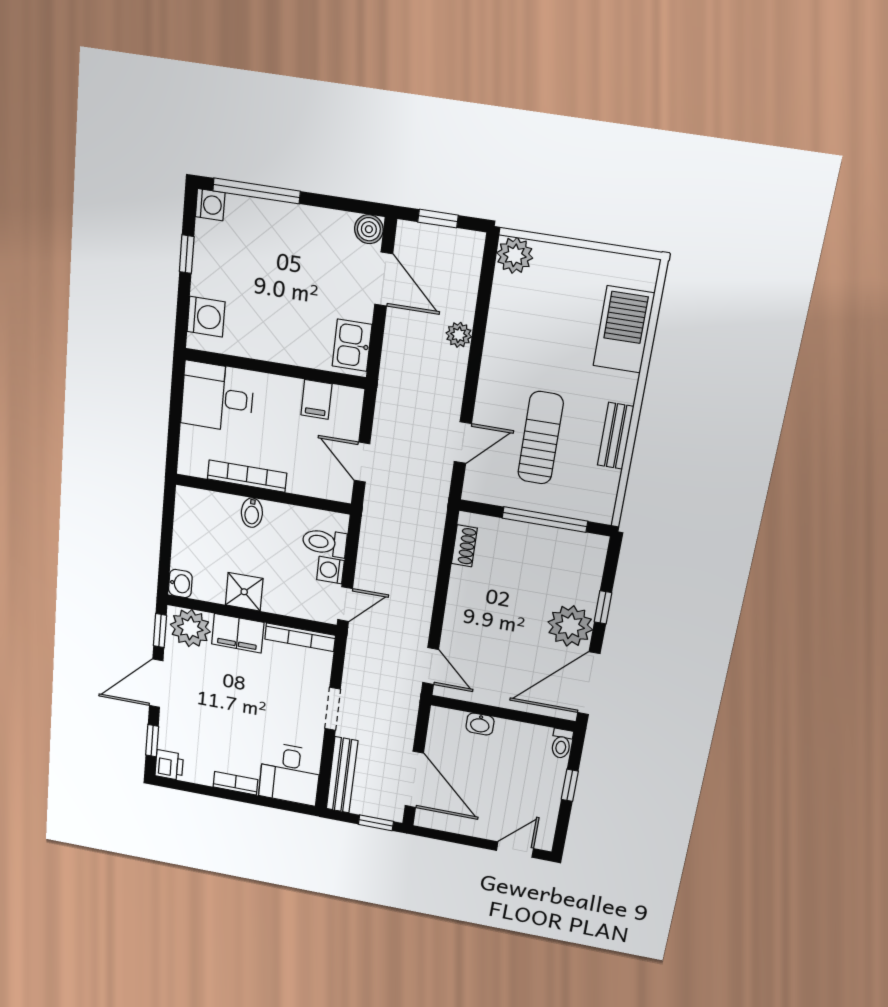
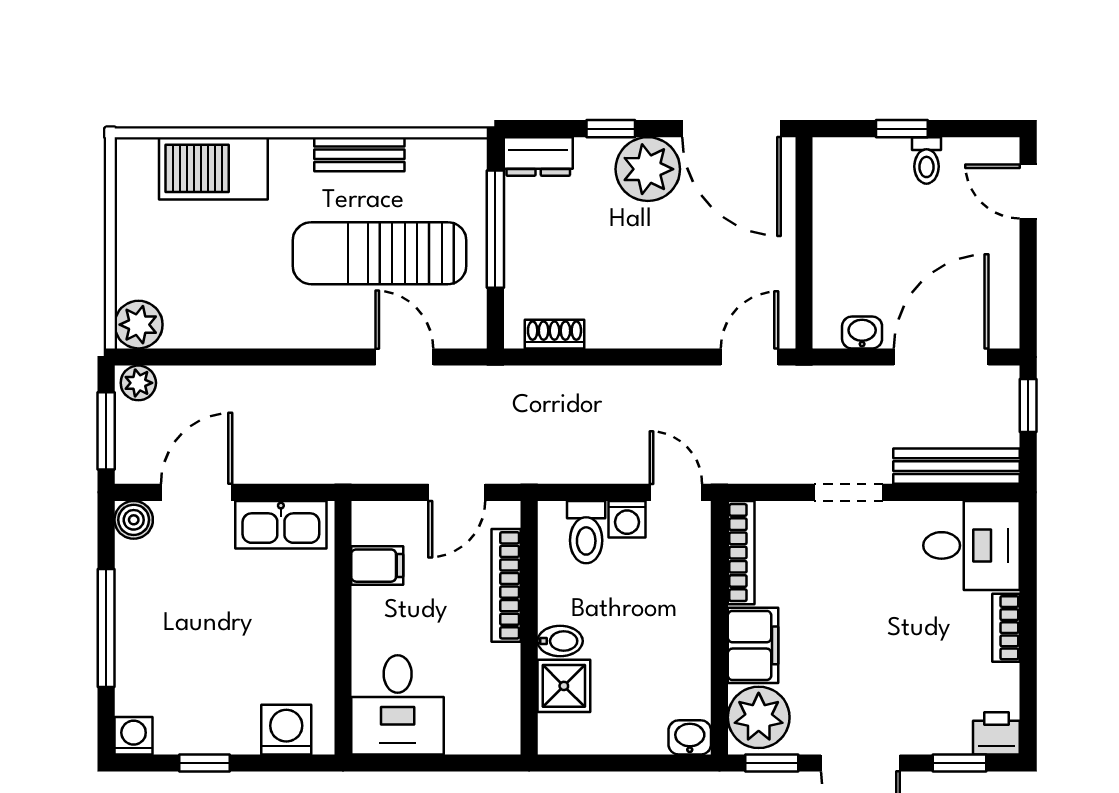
window: (256, 191) -> (106, 628), moved
window: (438, 219) -> (106, 431), width x1.50
plant: (459, 335) -> (138, 383), moved
kitchen sink: (352, 345) -> (281, 525), width x1.38
sun lounger: (541, 438) -> (380, 253), width x1.36, depth x1.34
bookcase: (247, 476) -> (506, 585), moved
dresser: (592, 557) -> (538, 156), added
shower: (244, 592) -> (564, 686), moved
washbasin: (480, 724) -> (862, 332), moved, turned -90
toilet: (561, 744) -> (927, 160), moved, turned 90

